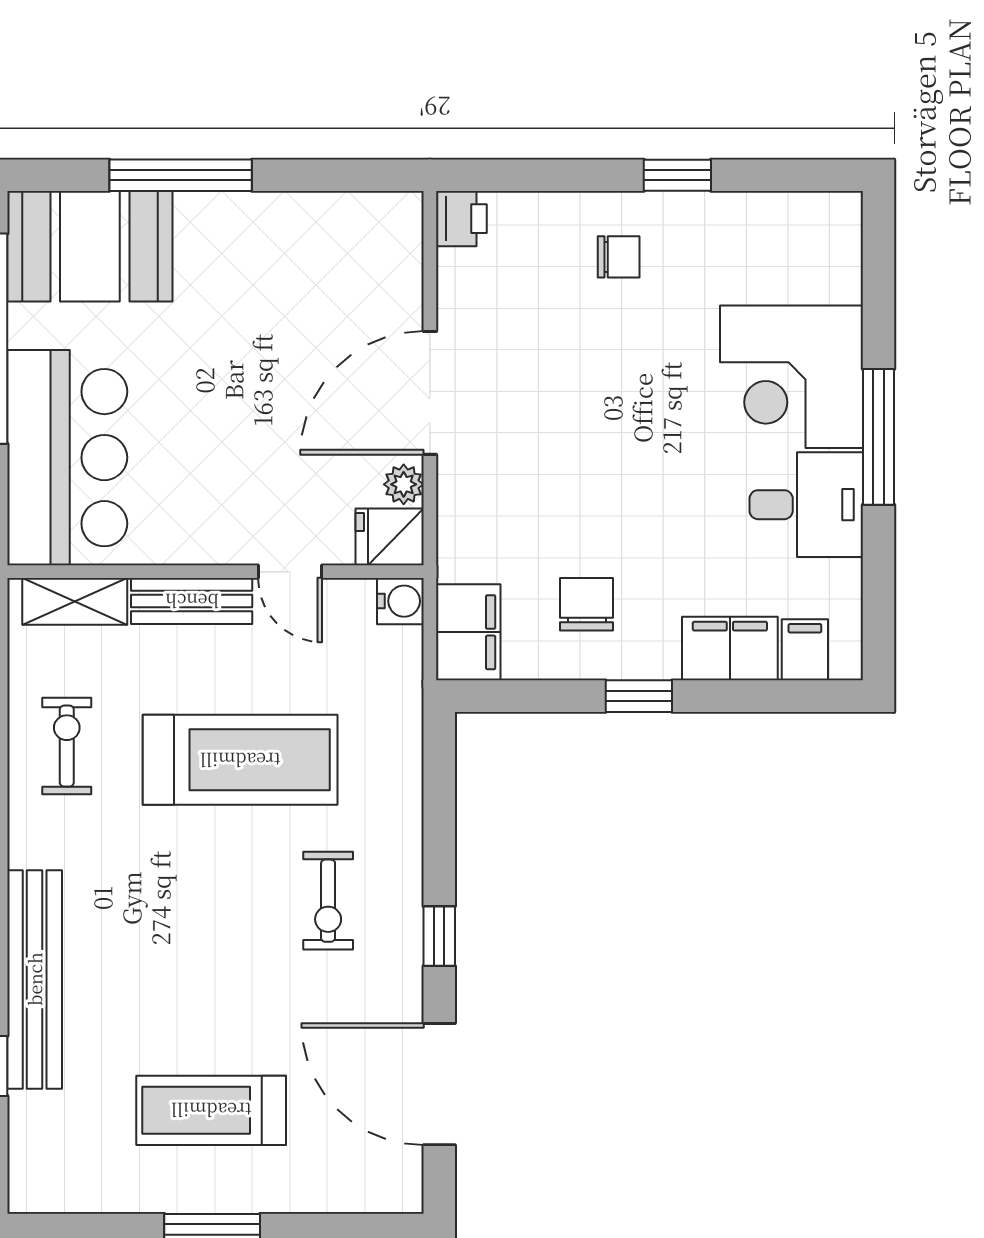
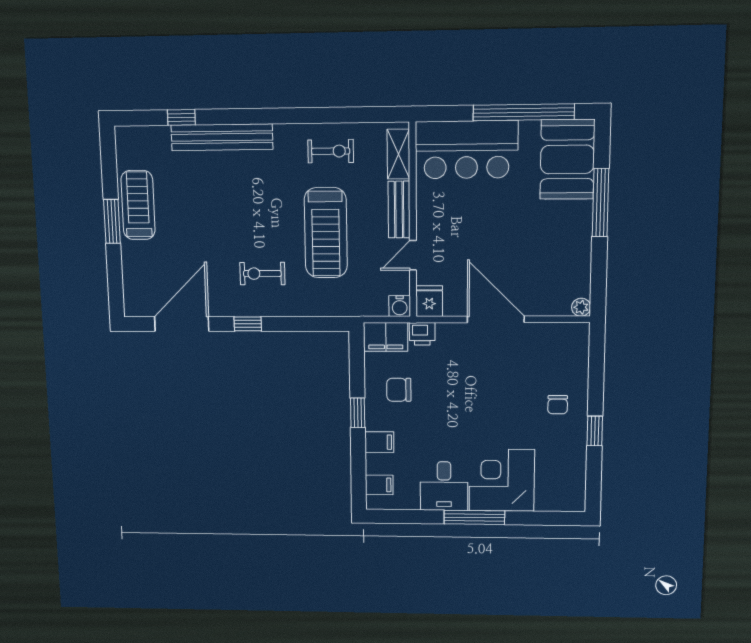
printer: (461, 219) -> (422, 334), moved
plant: (404, 484) -> (581, 307), moved
chair: (587, 604) -> (399, 390), turned 180
filing cabinet: (730, 648) -> (379, 442), width x0.50
treadmill: (211, 1110) -> (138, 205), moved

